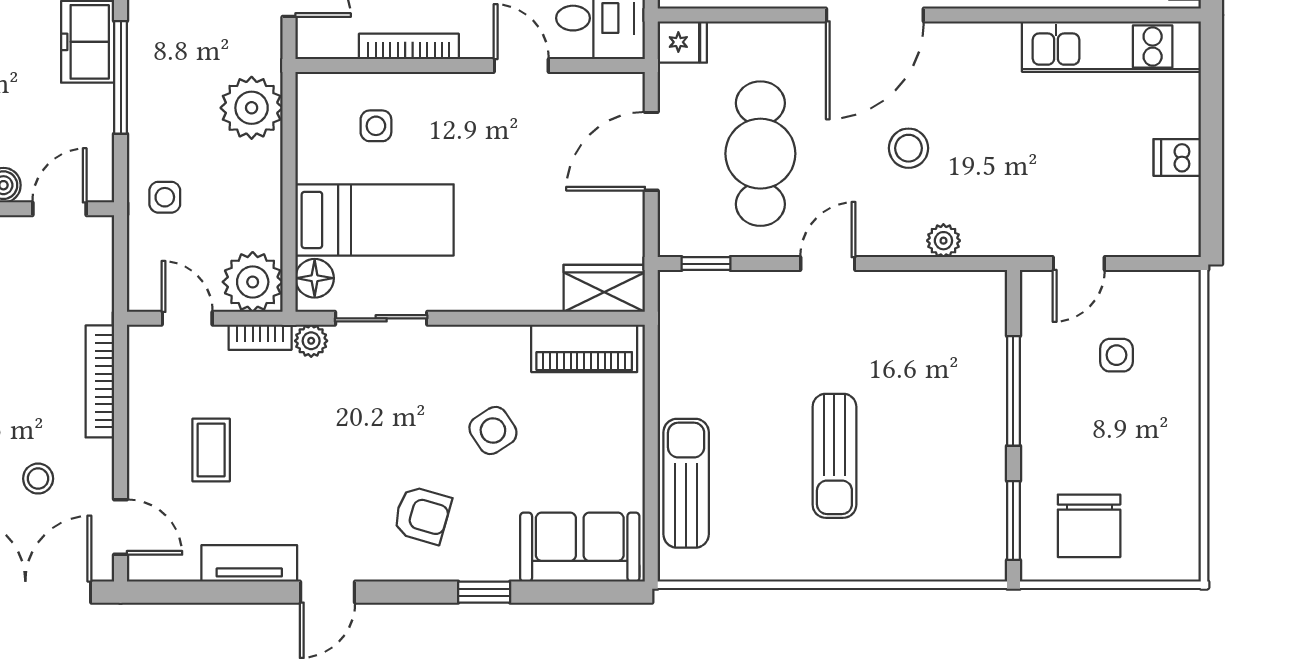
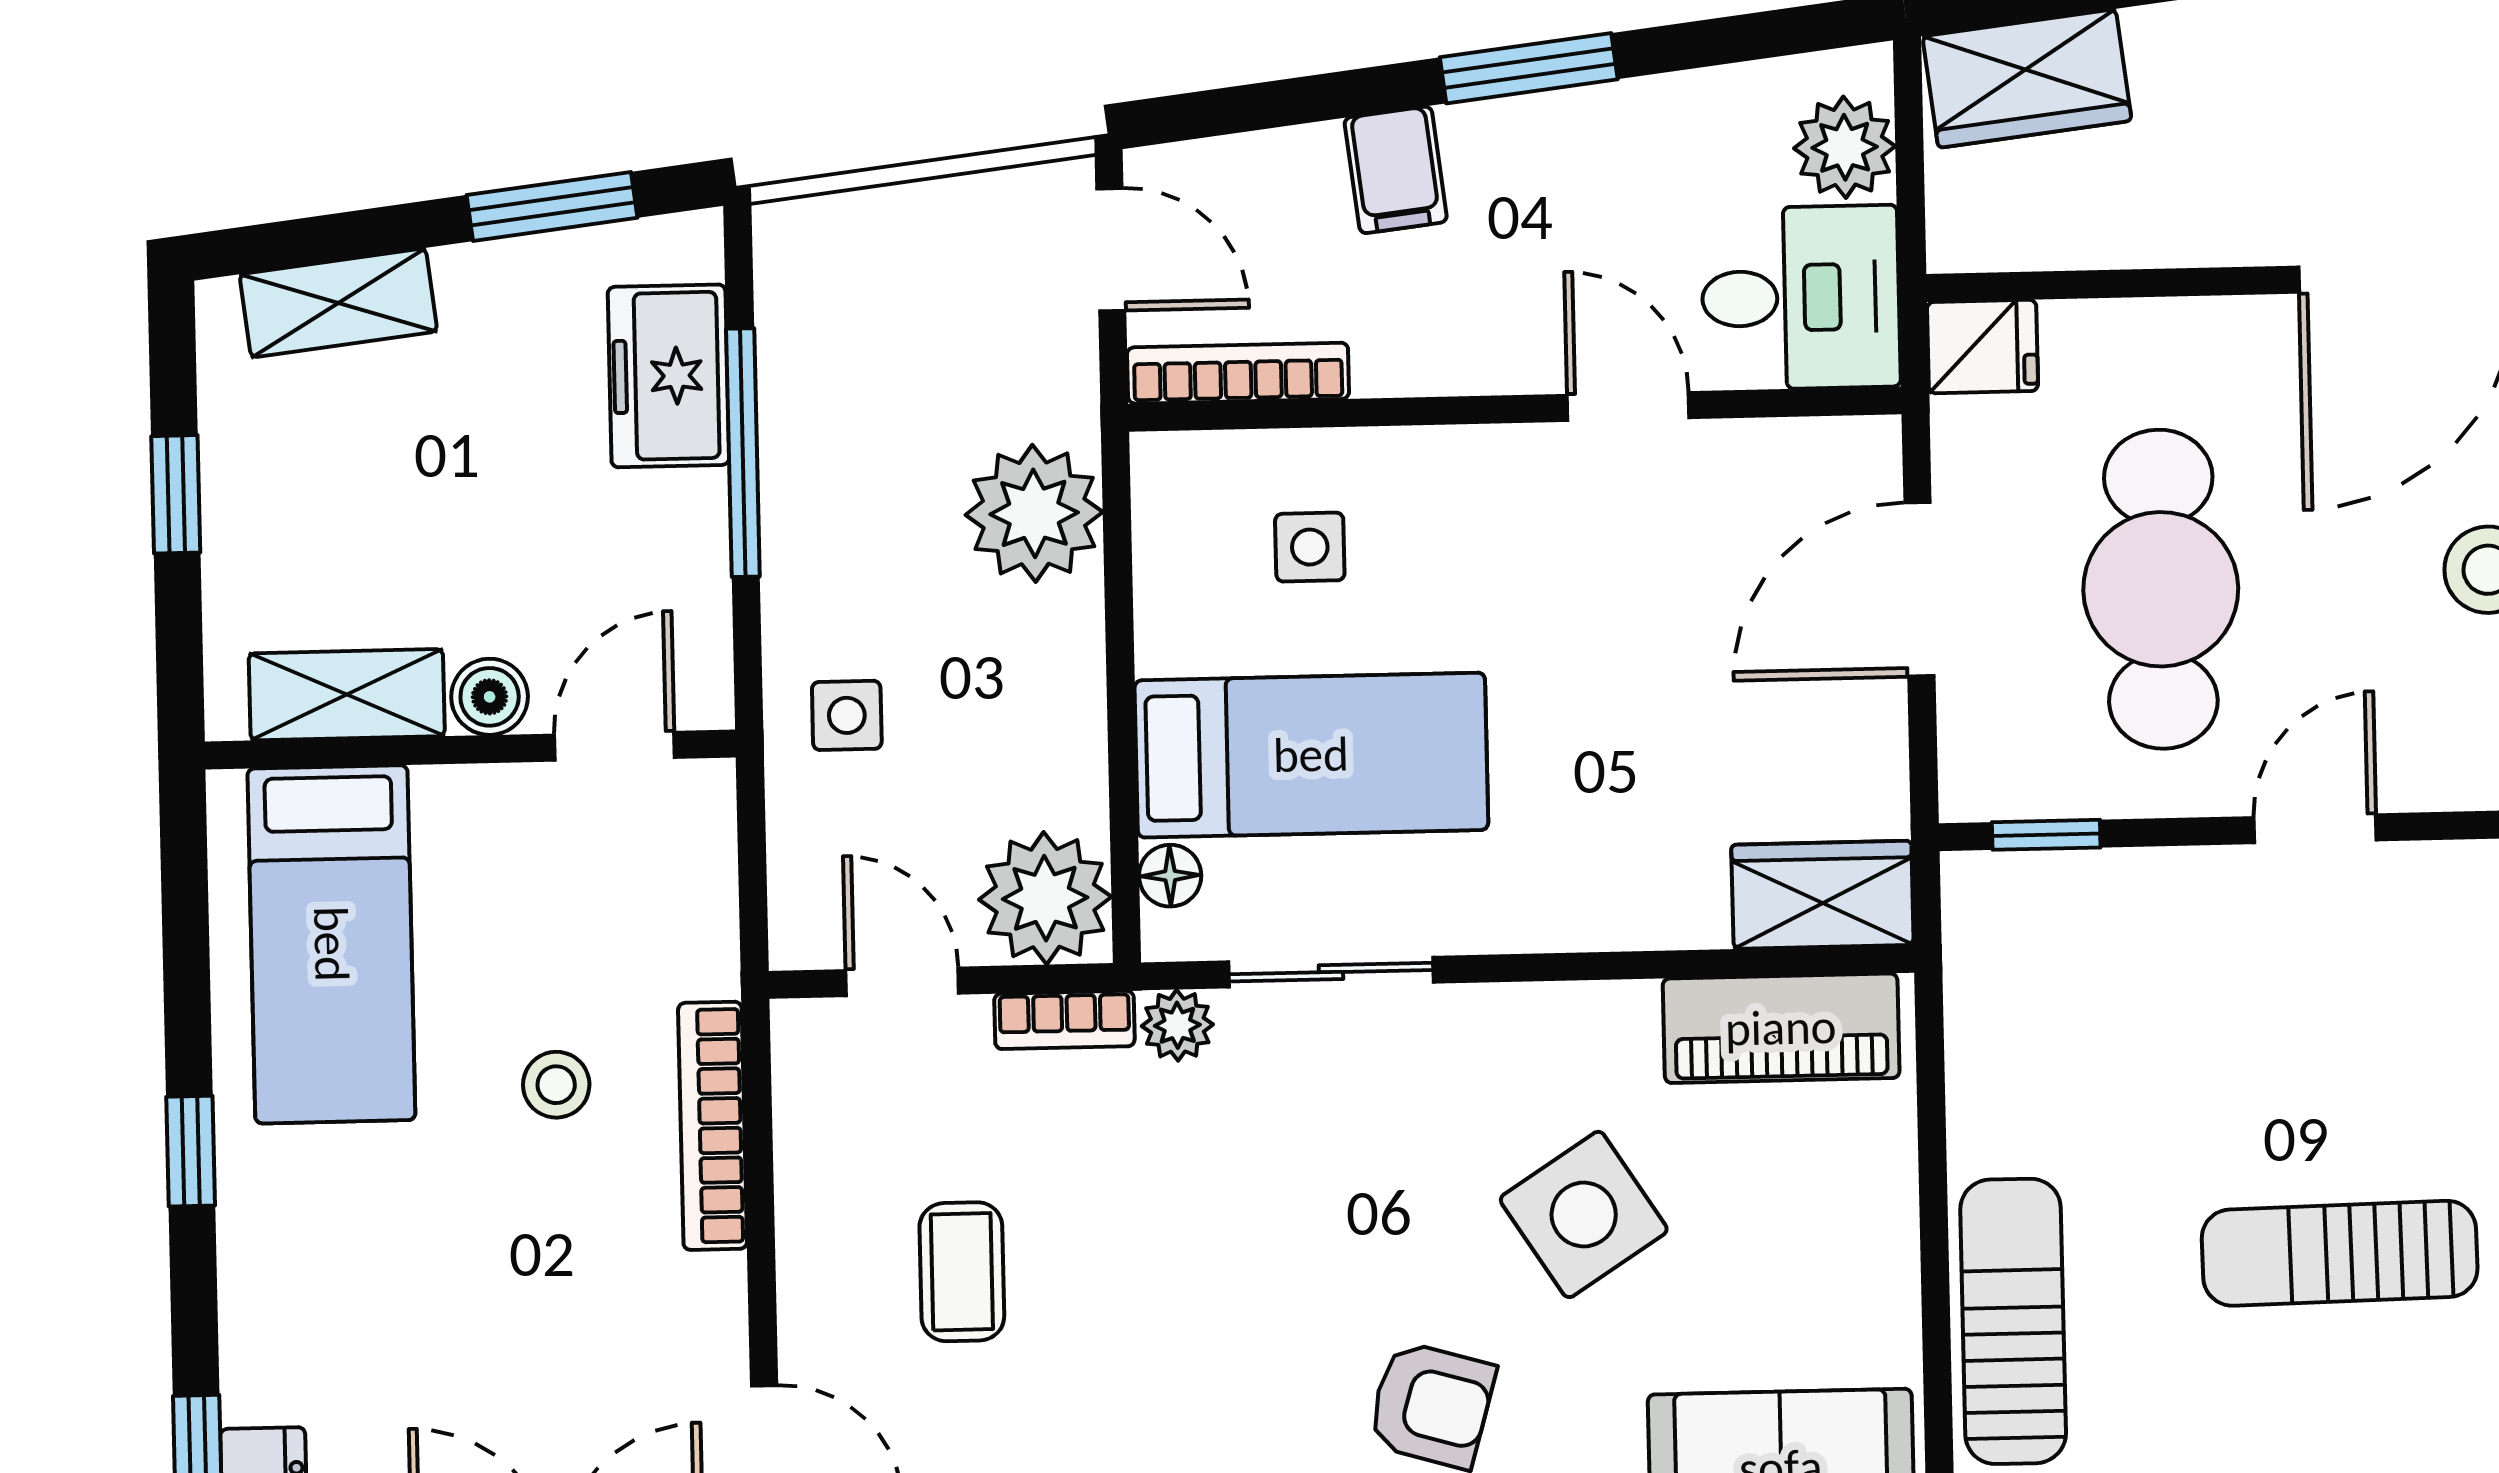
bookcase: (409, 46) -> (1238, 373), moved
floor lamp: (315, 278) -> (1170, 876), width x0.73, depth x0.73
side table: (493, 431) -> (1584, 1214), width x1.37, depth x1.37
sun lounger: (834, 456) -> (2340, 1253), turned 89
stool: (38, 479) -> (556, 1085), moved

